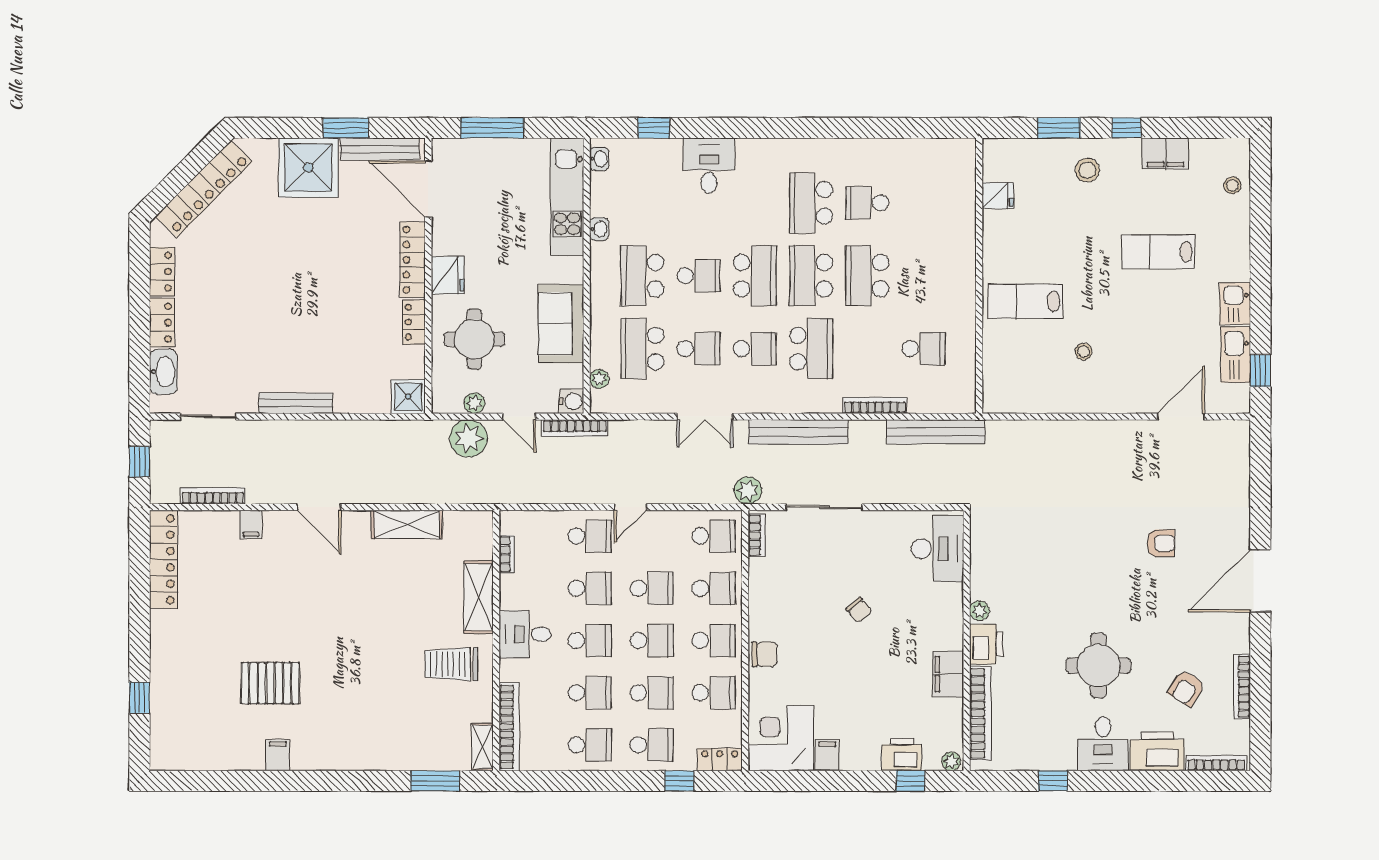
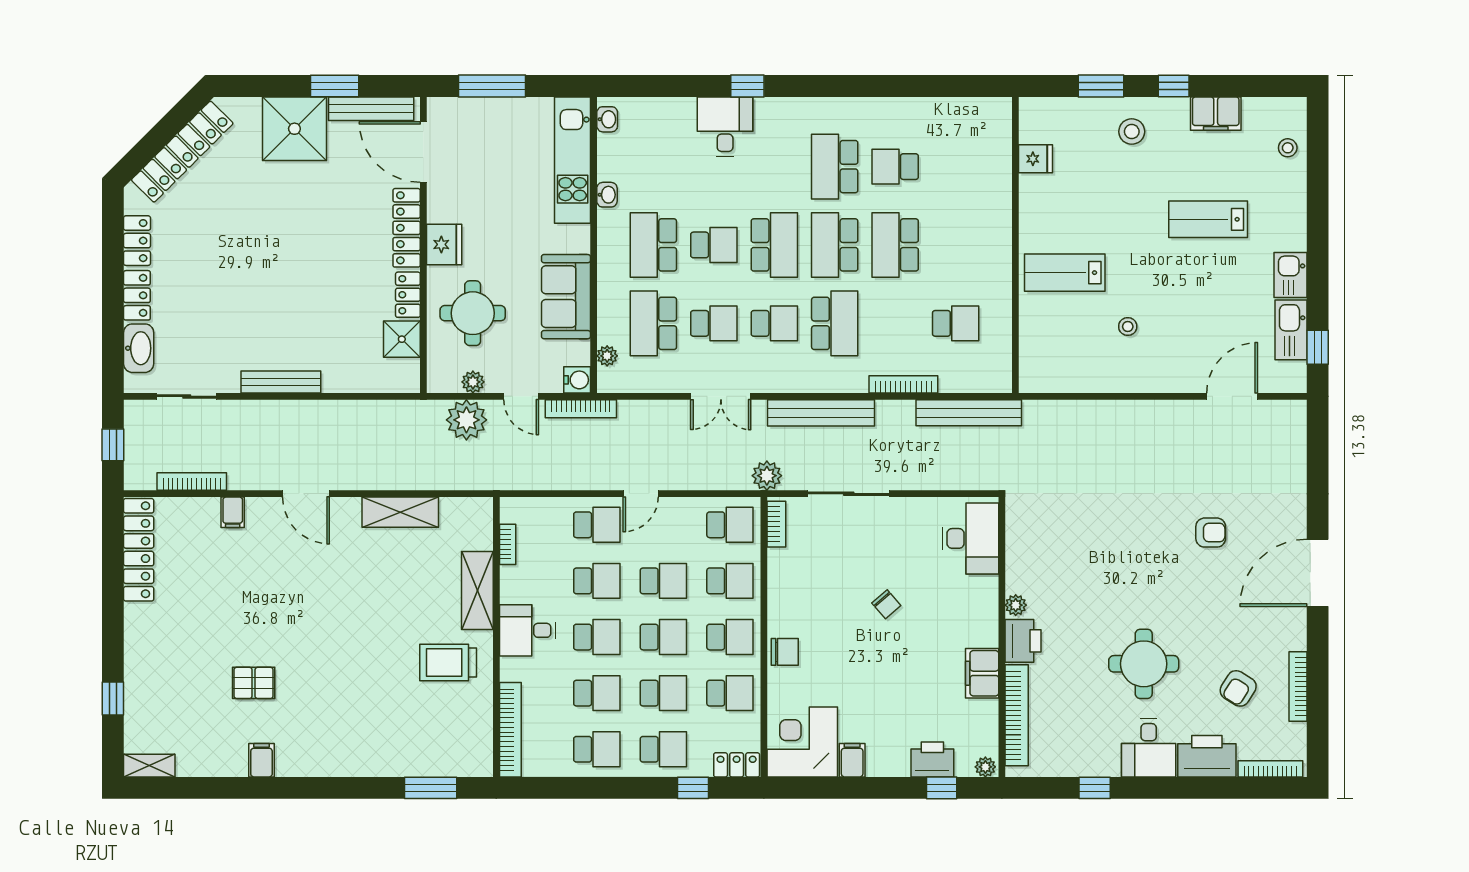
window: (654, 128) -> (747, 86), moved
shower: (408, 397) -> (402, 339), moved
pallet: (270, 683) -> (254, 683), width x0.67, depth x0.71
shelving: (482, 747) -> (149, 766), moved, turned 90

